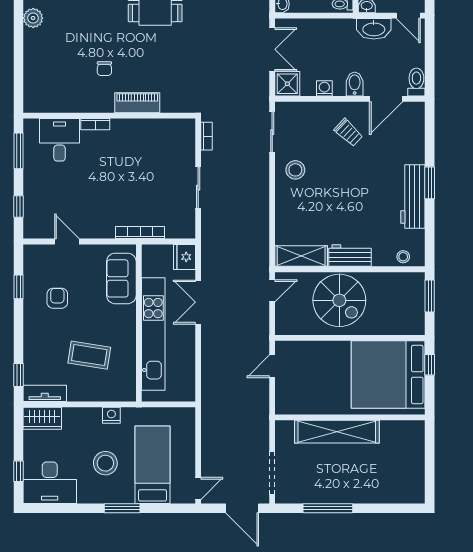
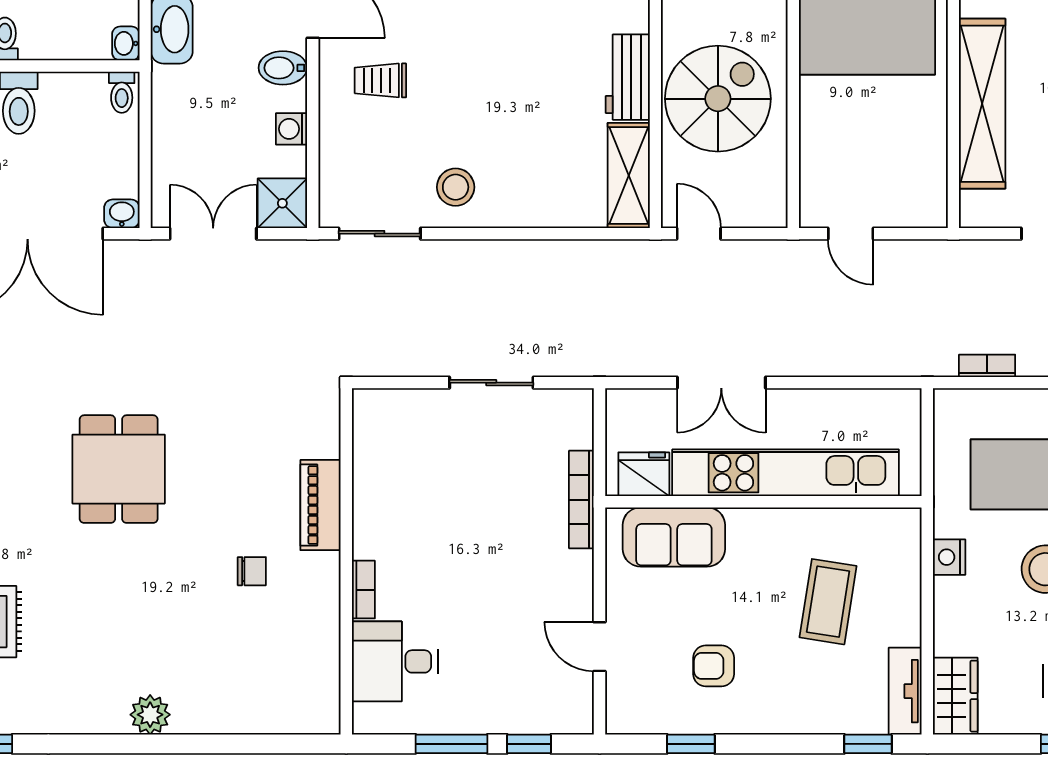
trolley: (348, 133) -> (380, 80), turned -133
bookcase: (207, 136) -> (987, 366), moved
window: (19, 151) -> (452, 744), moved
door: (67, 241) -> (600, 647), hinge flipped
fridge: (184, 257) -> (644, 474), moved, turned 180

